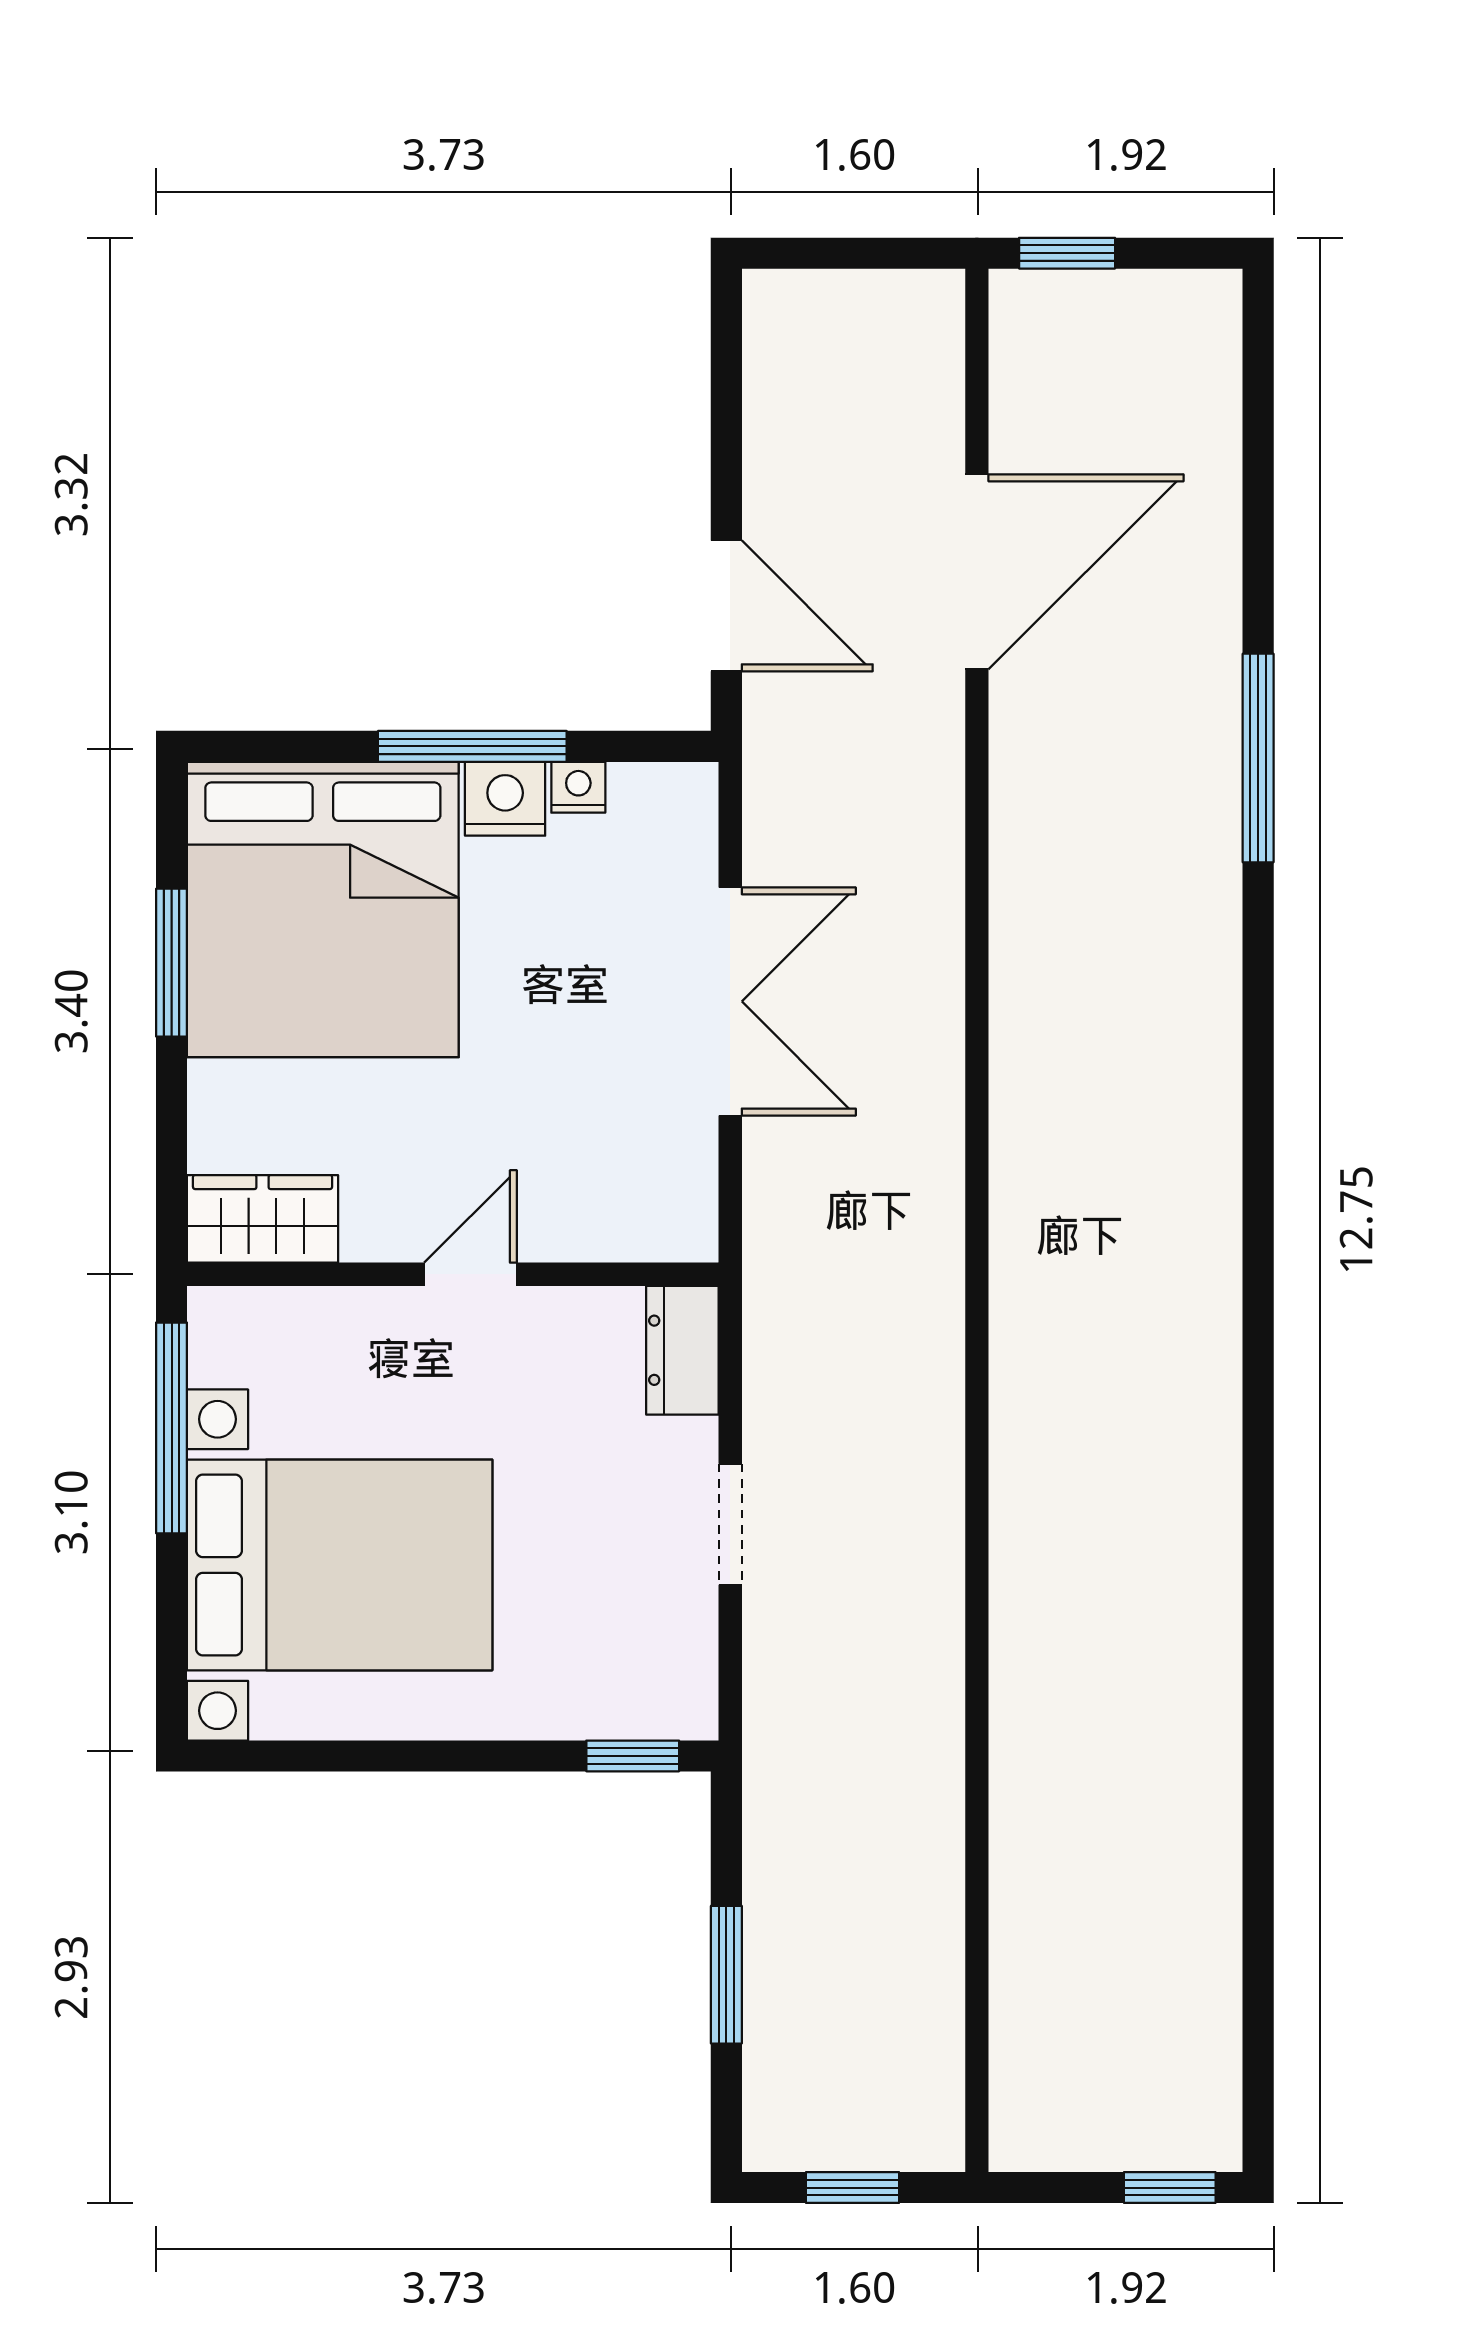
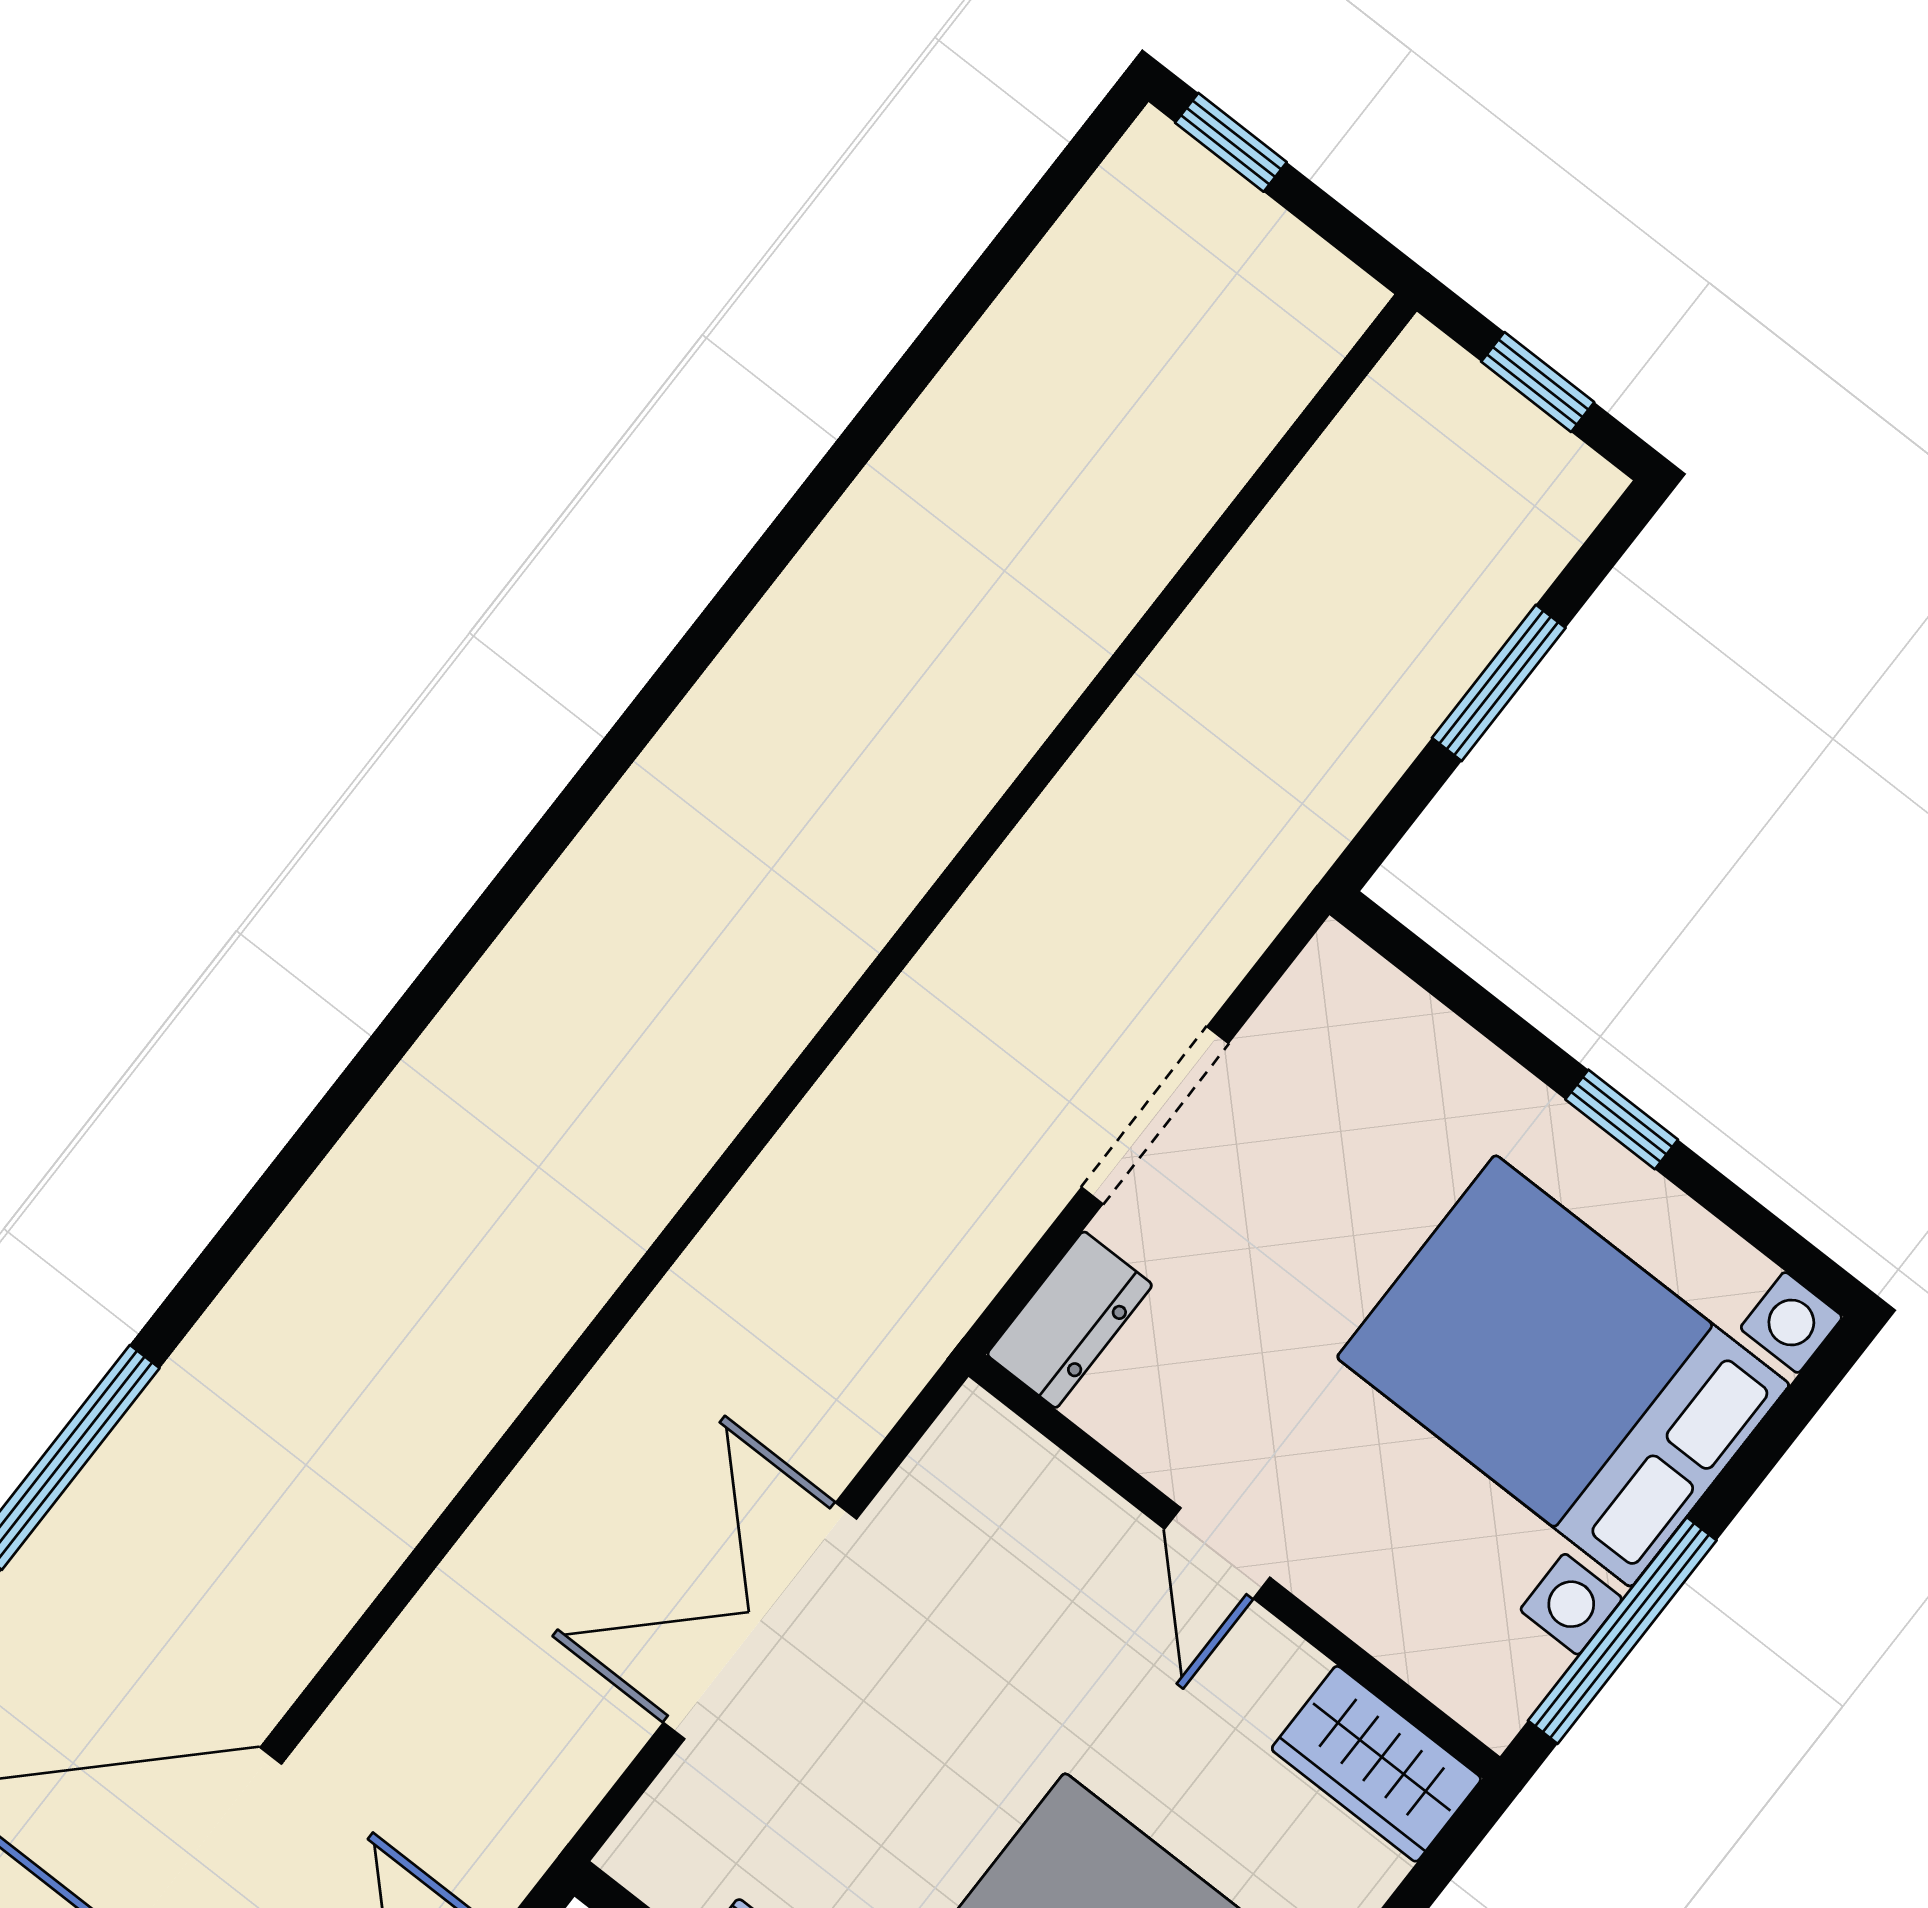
door: (471, 1274) -> (1217, 1553), hinge flipped
doorway: (730, 1524) -> (1155, 1115), width x1.38
window: (633, 1756) -> (1622, 1119), moved

